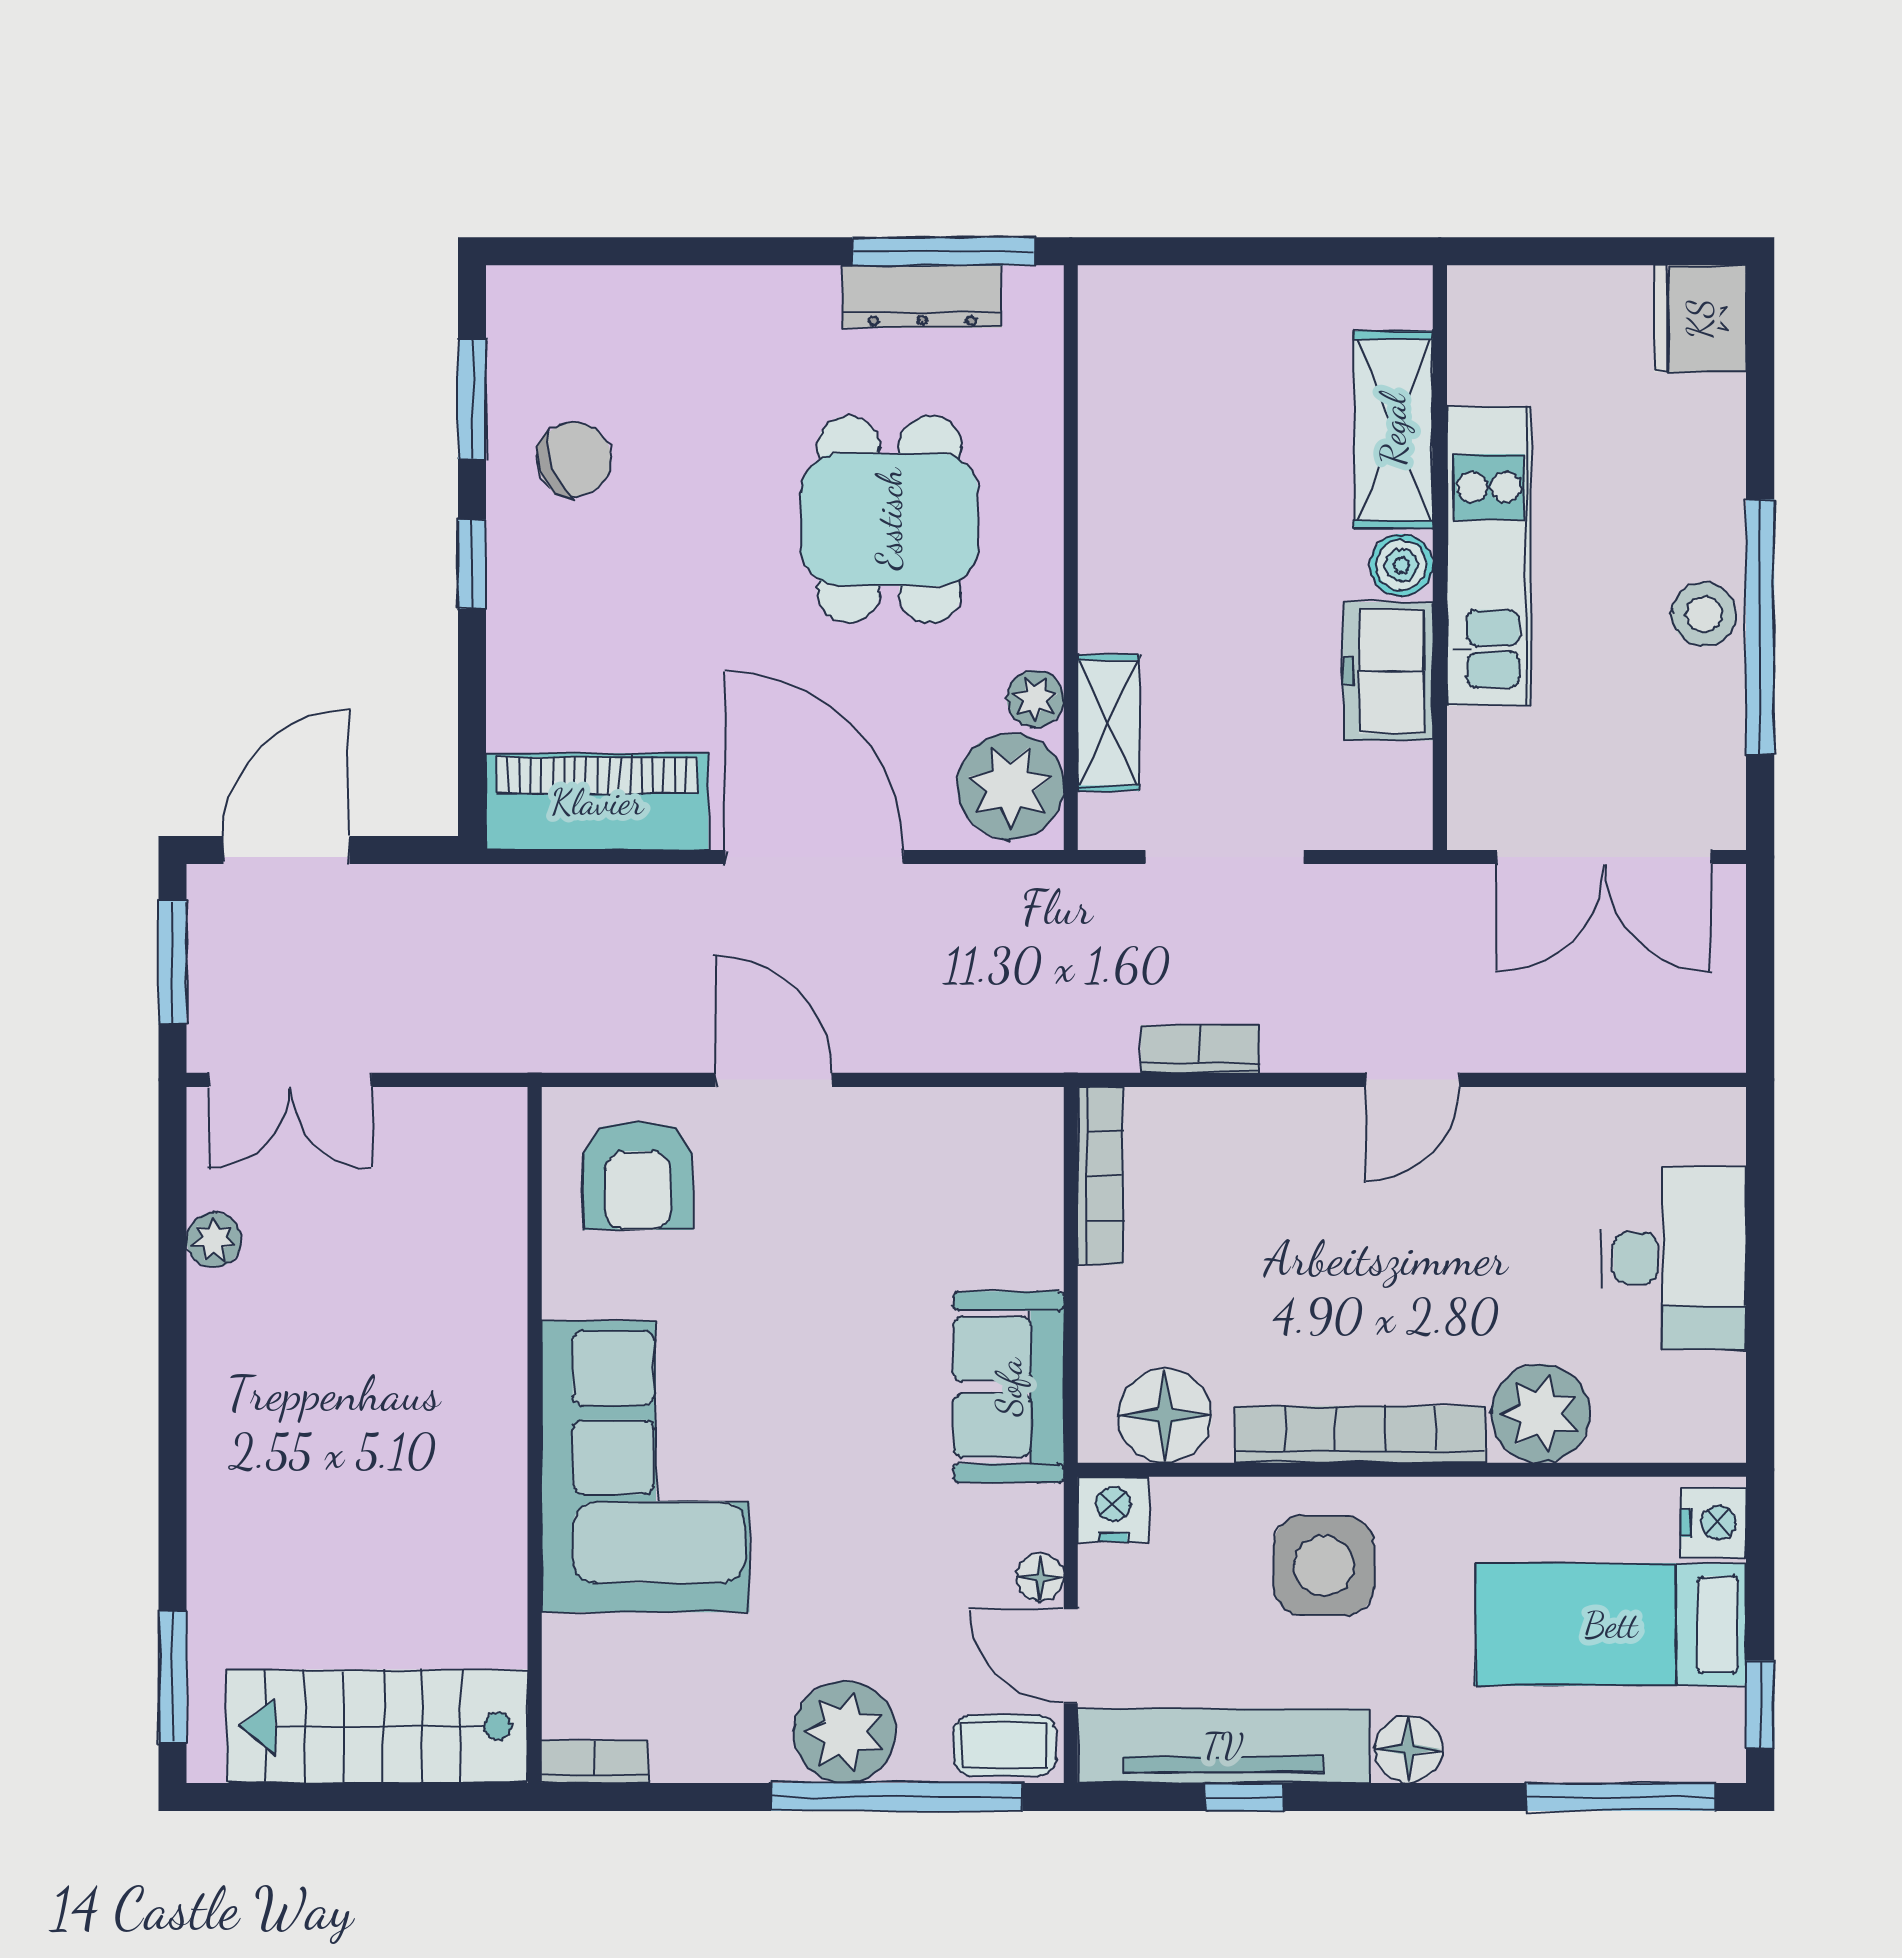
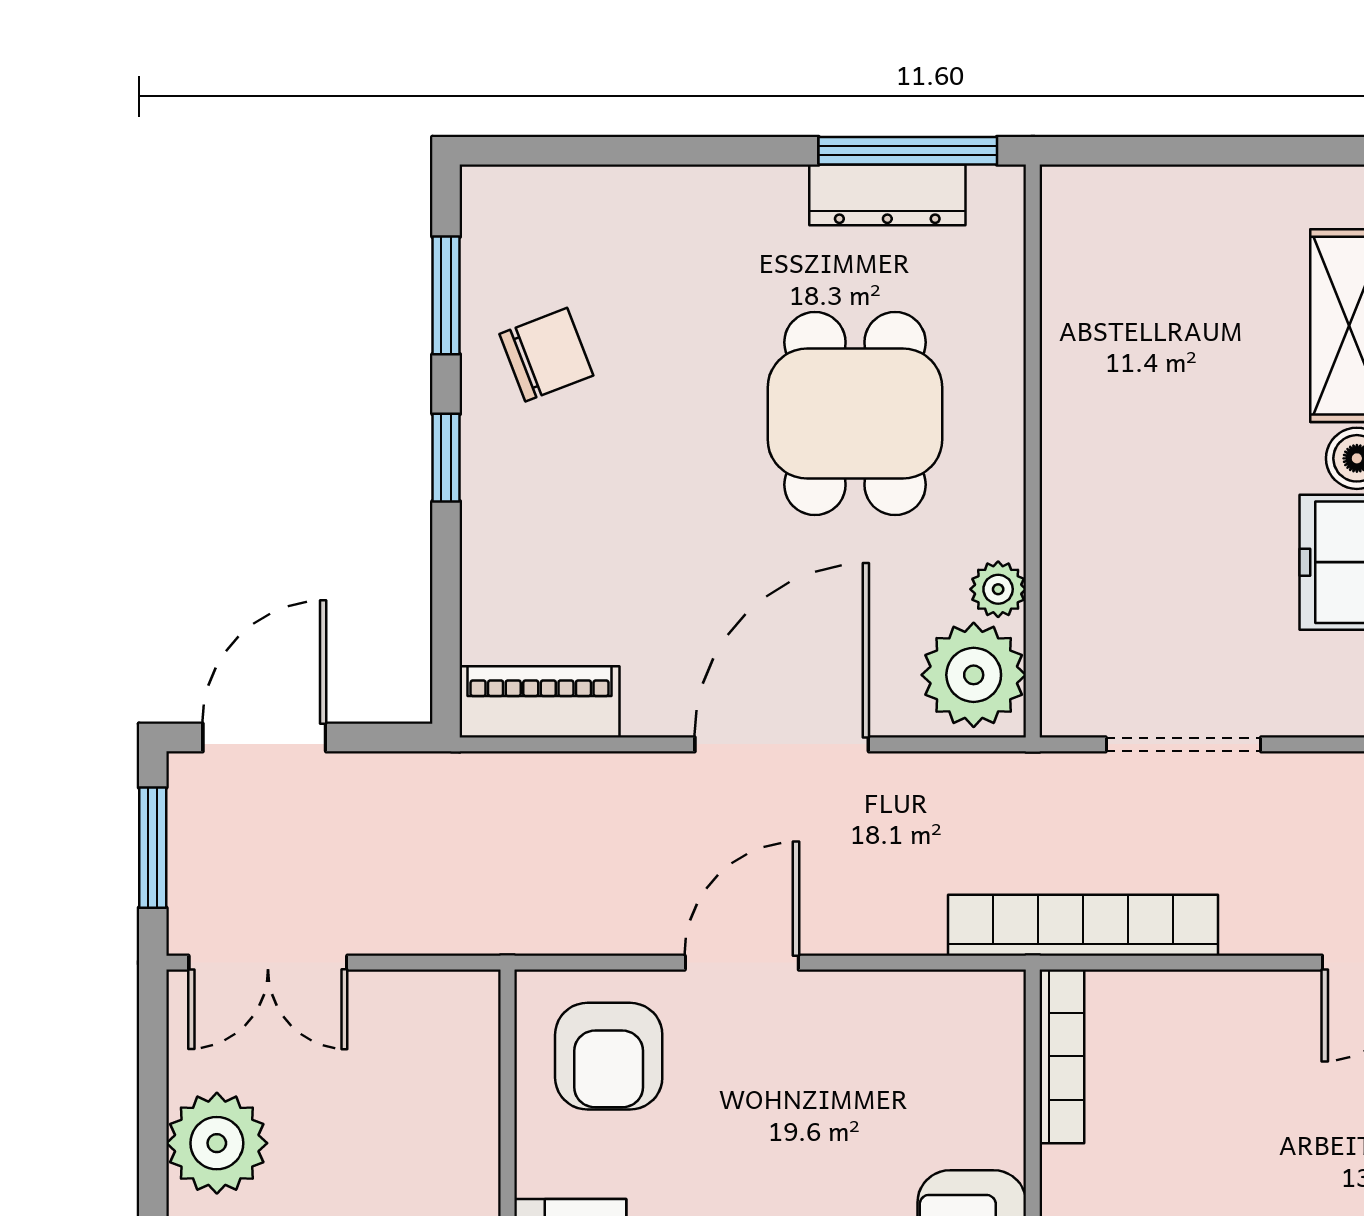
shelving: (1108, 723) -> (1070, 613), removed
piano: (597, 802) -> (540, 702), width x0.73, depth x0.75
door: (815, 857) -> (782, 744), hinge flipped
bookcase: (1200, 1049) -> (1083, 925), width x2.31, depth x1.31
door: (774, 1080) -> (742, 963), hinge flipped
plant: (214, 1240) -> (217, 1143), width x1.88, depth x1.88

